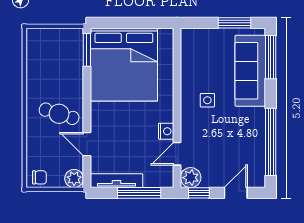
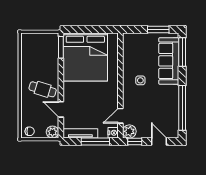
nightstand: (166, 131) -> (113, 133), moved
door: (236, 193) -> (159, 142), hinge flipped

